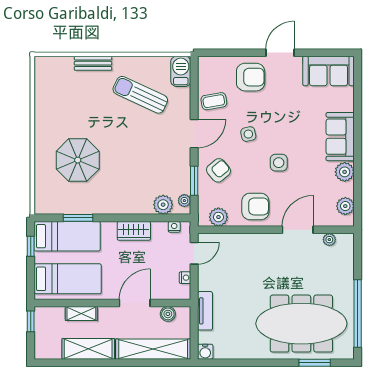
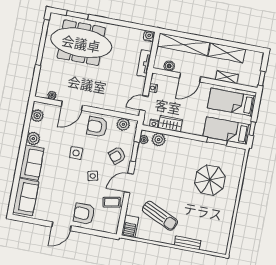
sofa: (329, 71) -> (26, 197), moved, turned 90
wardrobe: (134, 231) -> (170, 124), moved

